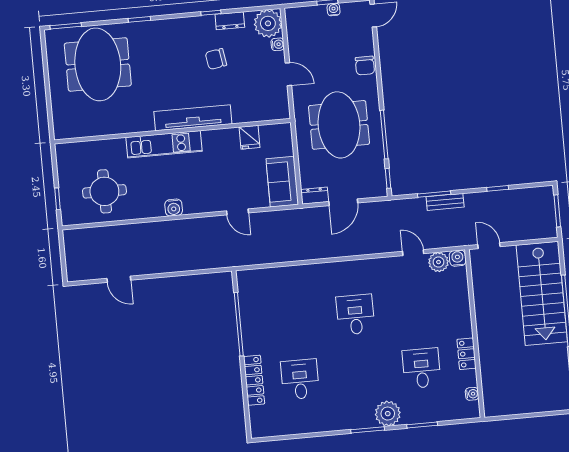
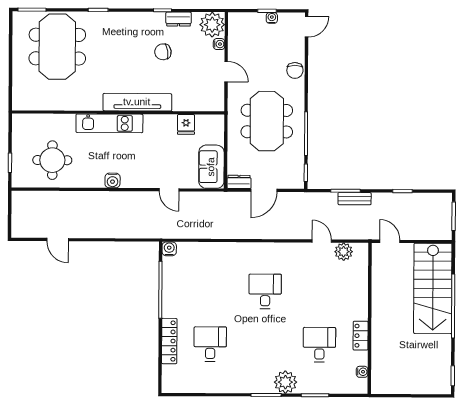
water cooler: (458, 258) -> (169, 249), moved

